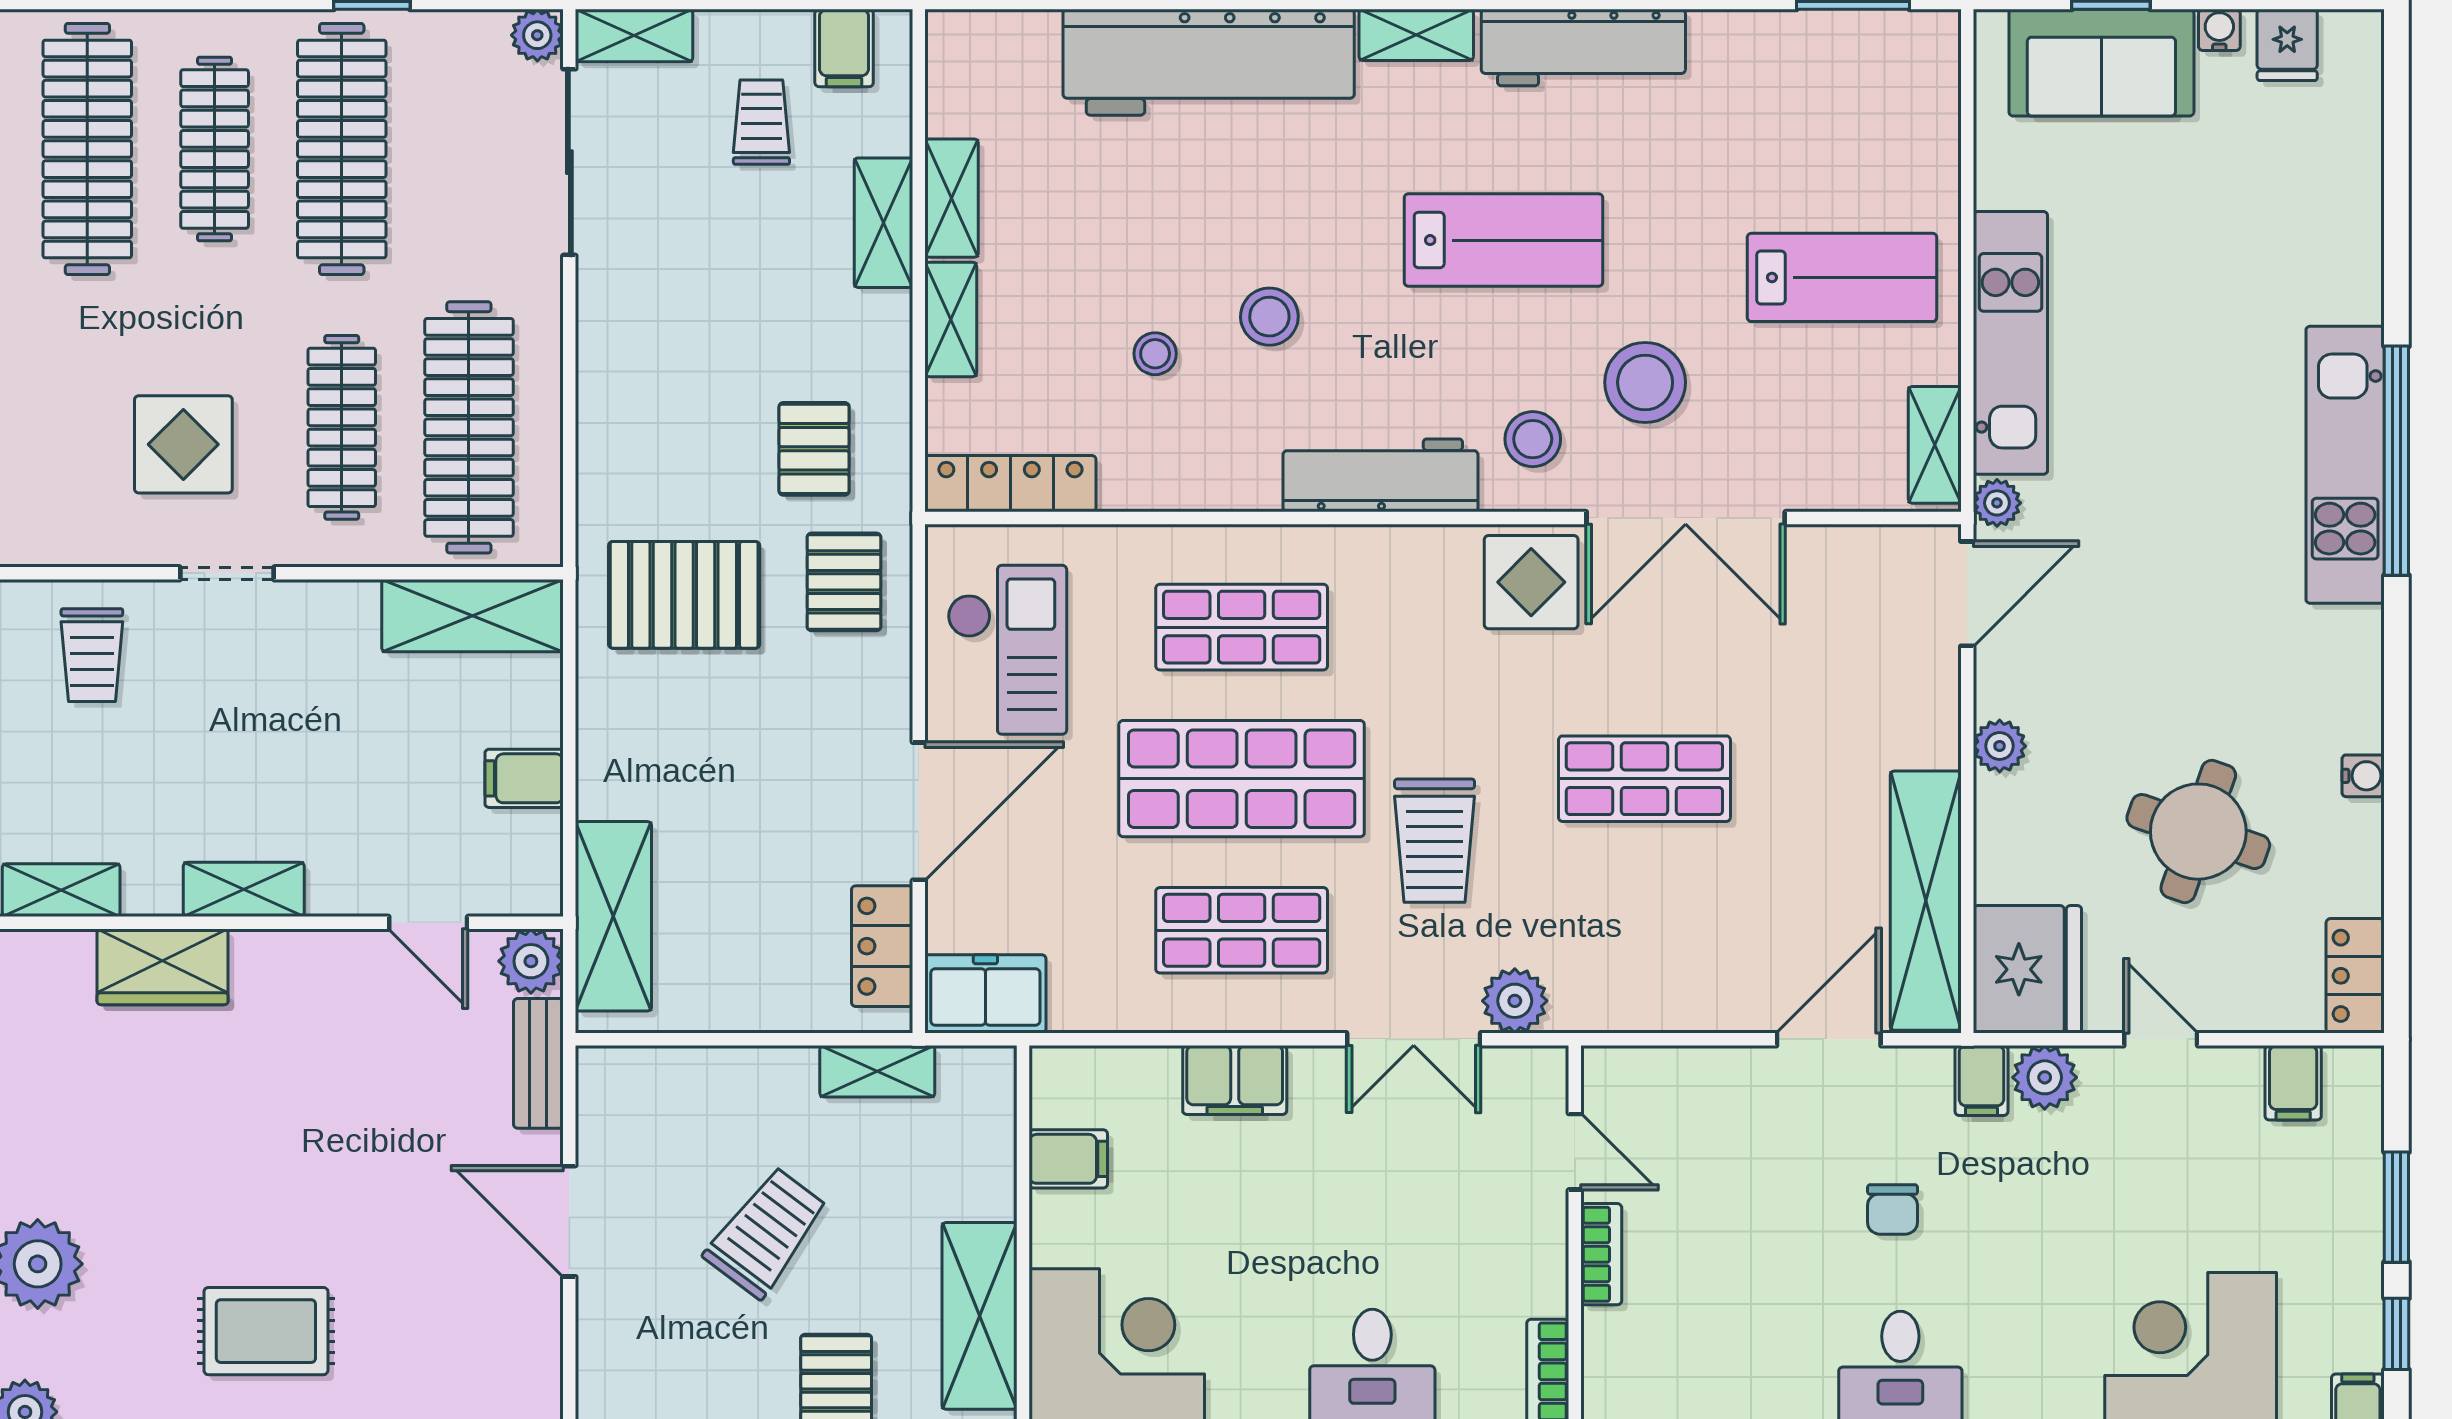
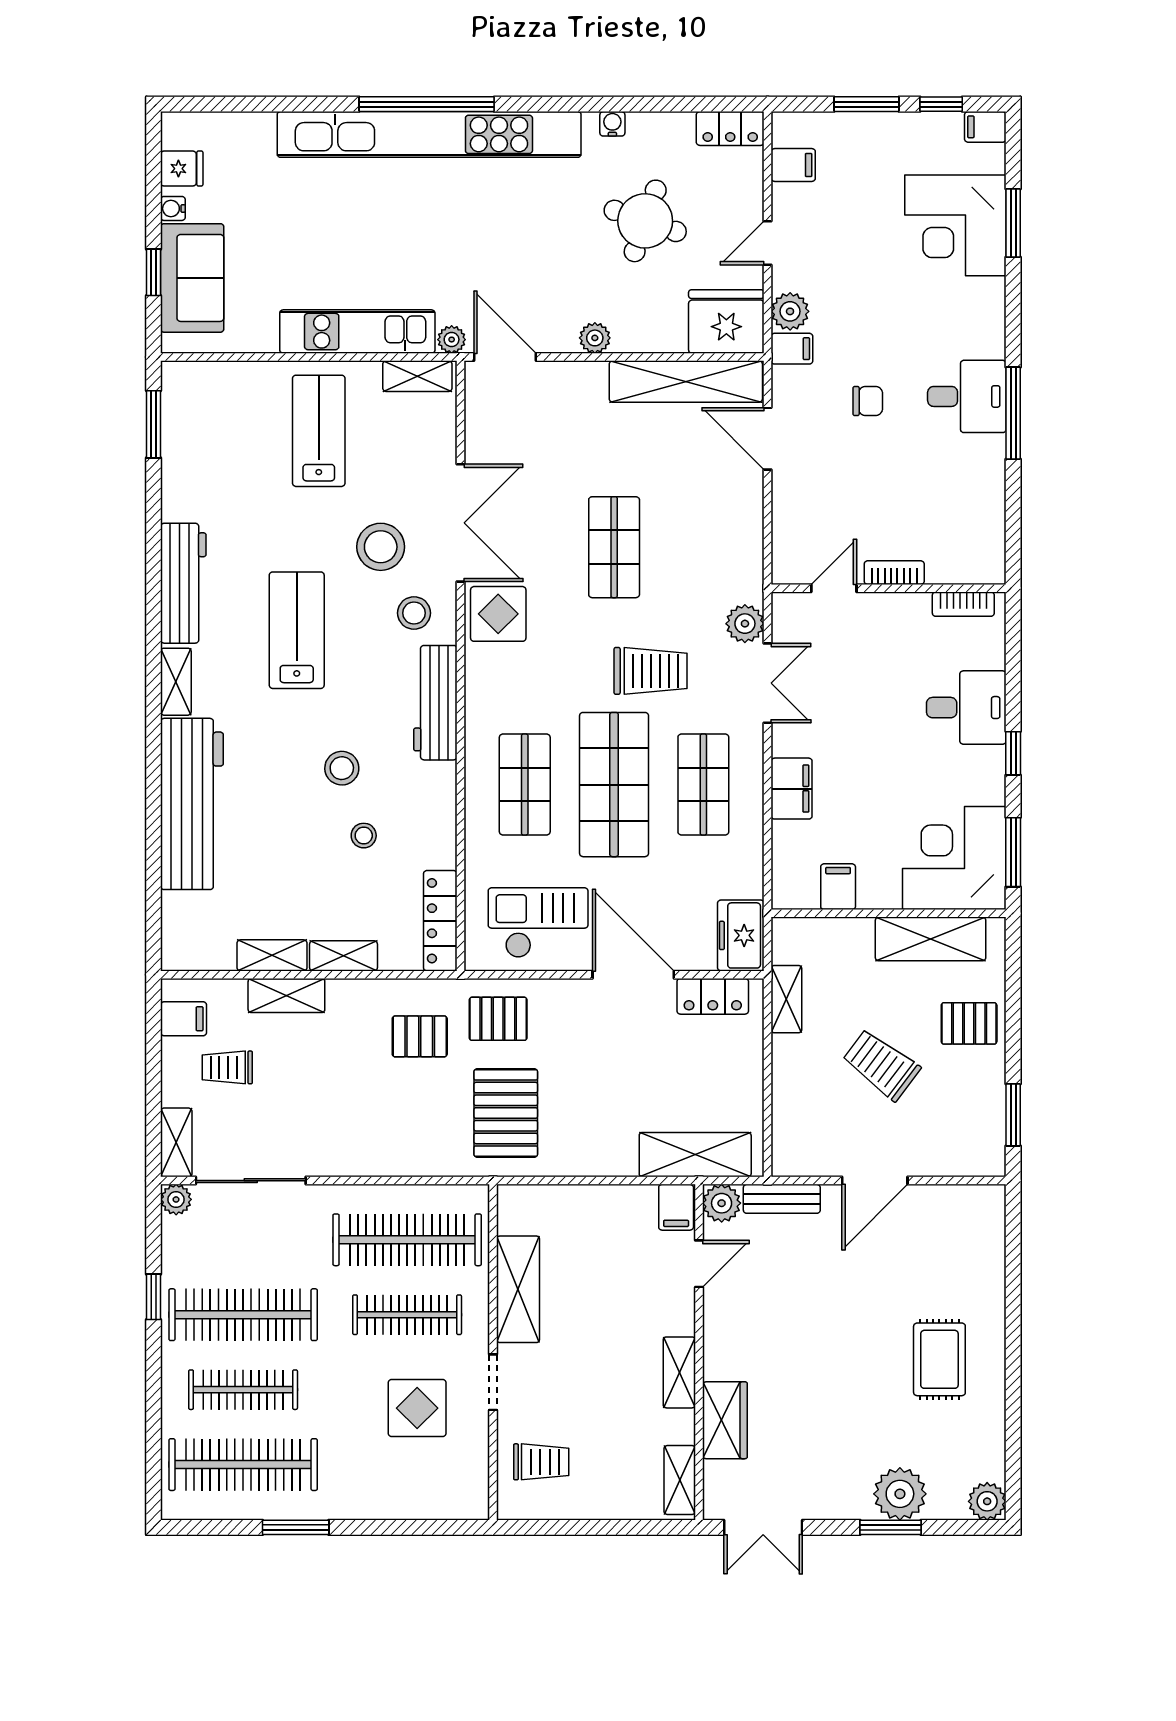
kitchen unit: (2345, 465) -> (429, 134), width x1.86
shelving: (473, 616) -> (518, 1289), moved
filing cabinet: (524, 778) -> (676, 1207), moved

